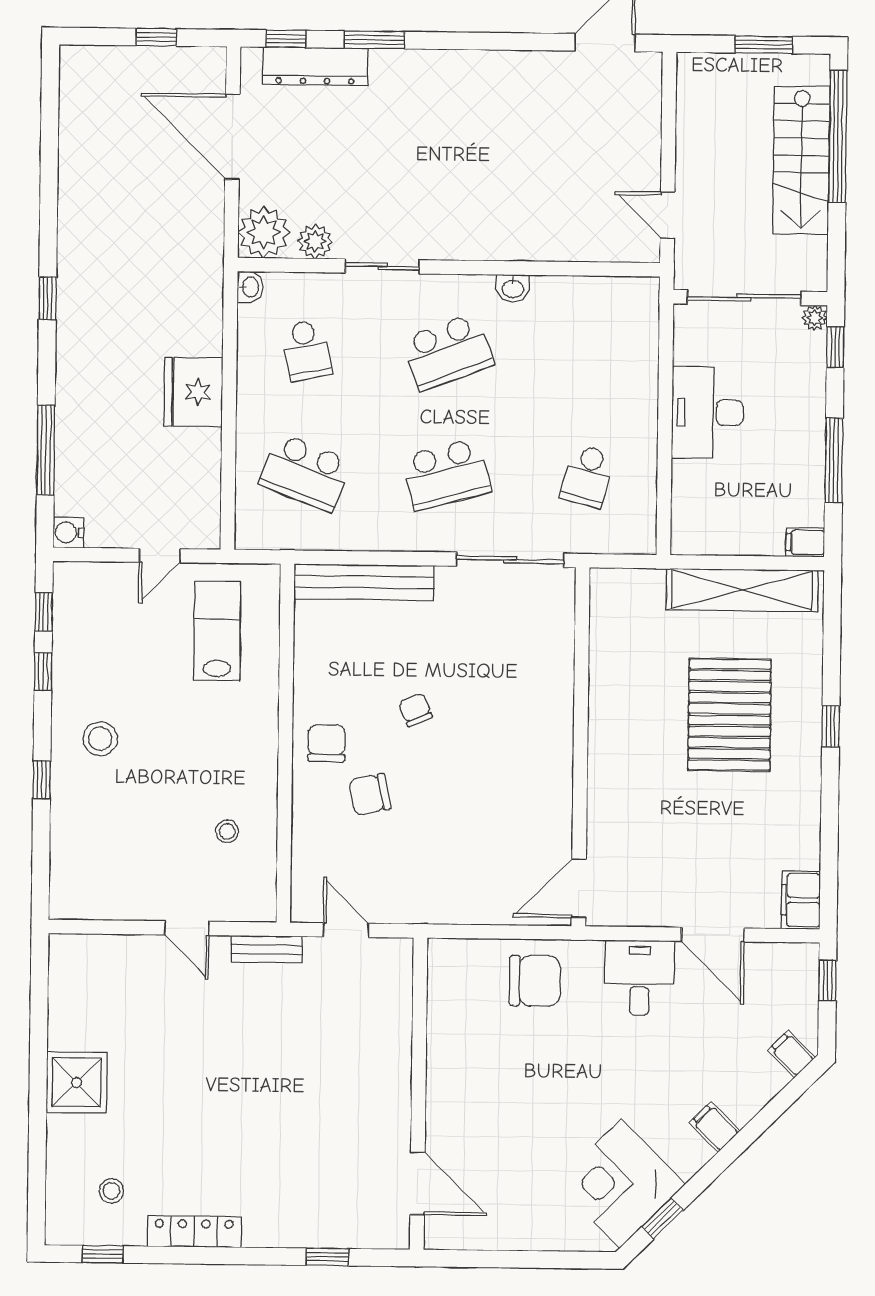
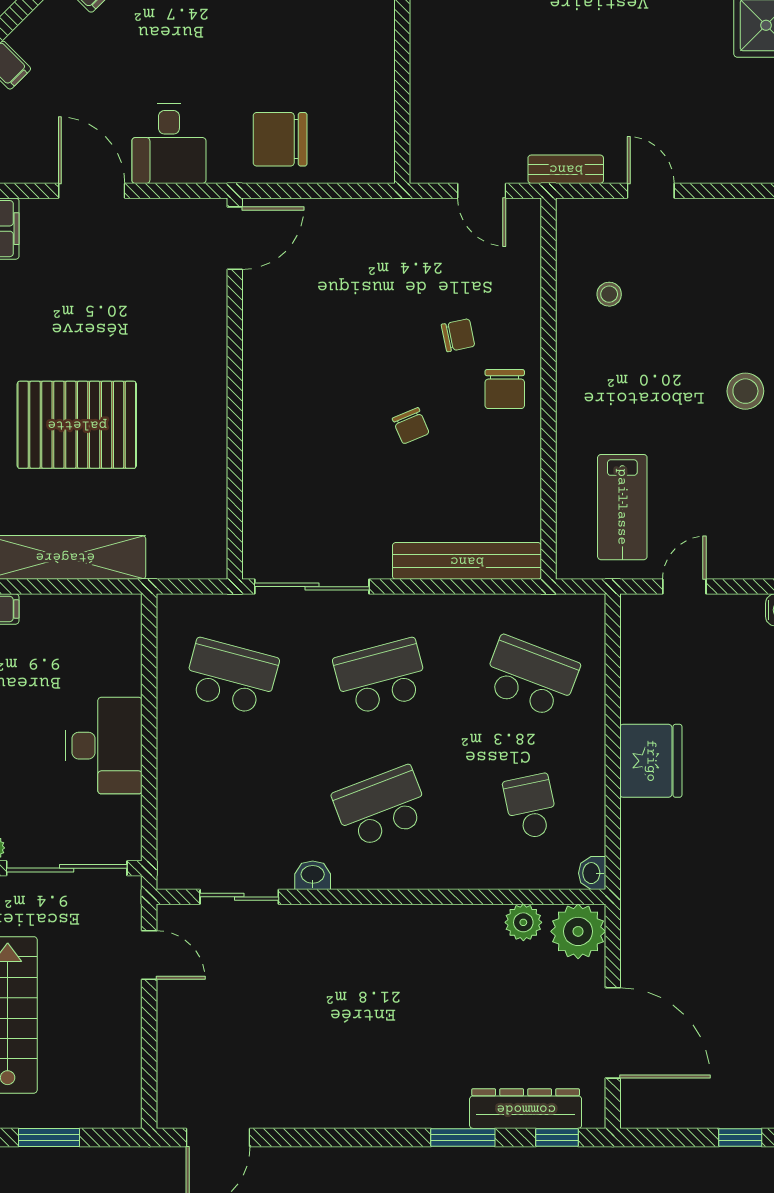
window: (156, 37) -> (740, 1137), moved
sliding door: (382, 266) -> (239, 897), moved
school desk: (587, 476) -> (231, 677), width x1.85
pallet: (729, 715) -> (77, 425), turned 90
chair: (370, 794) -> (458, 335), width x0.73, depth x0.73

